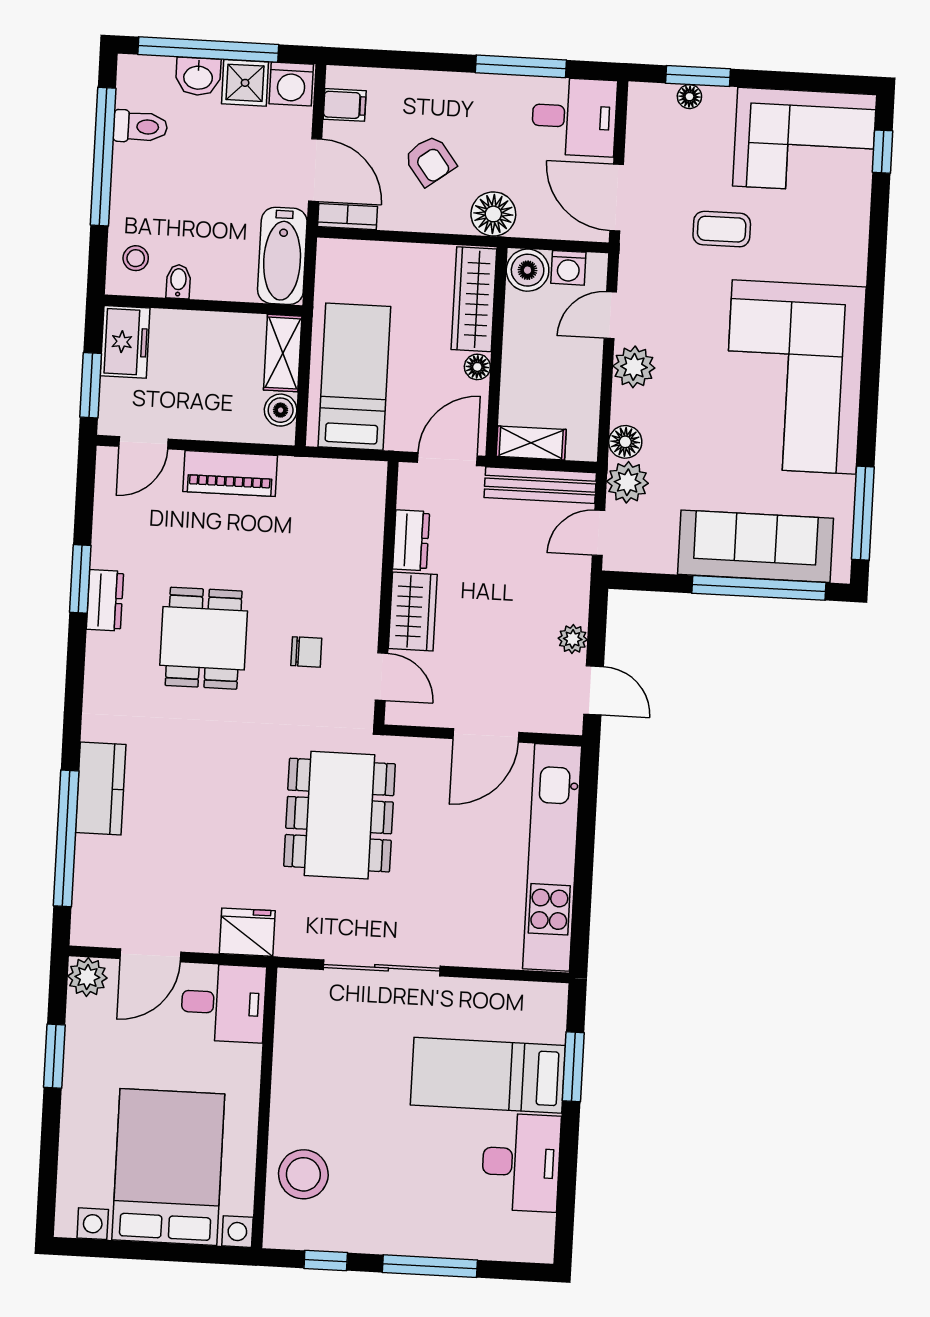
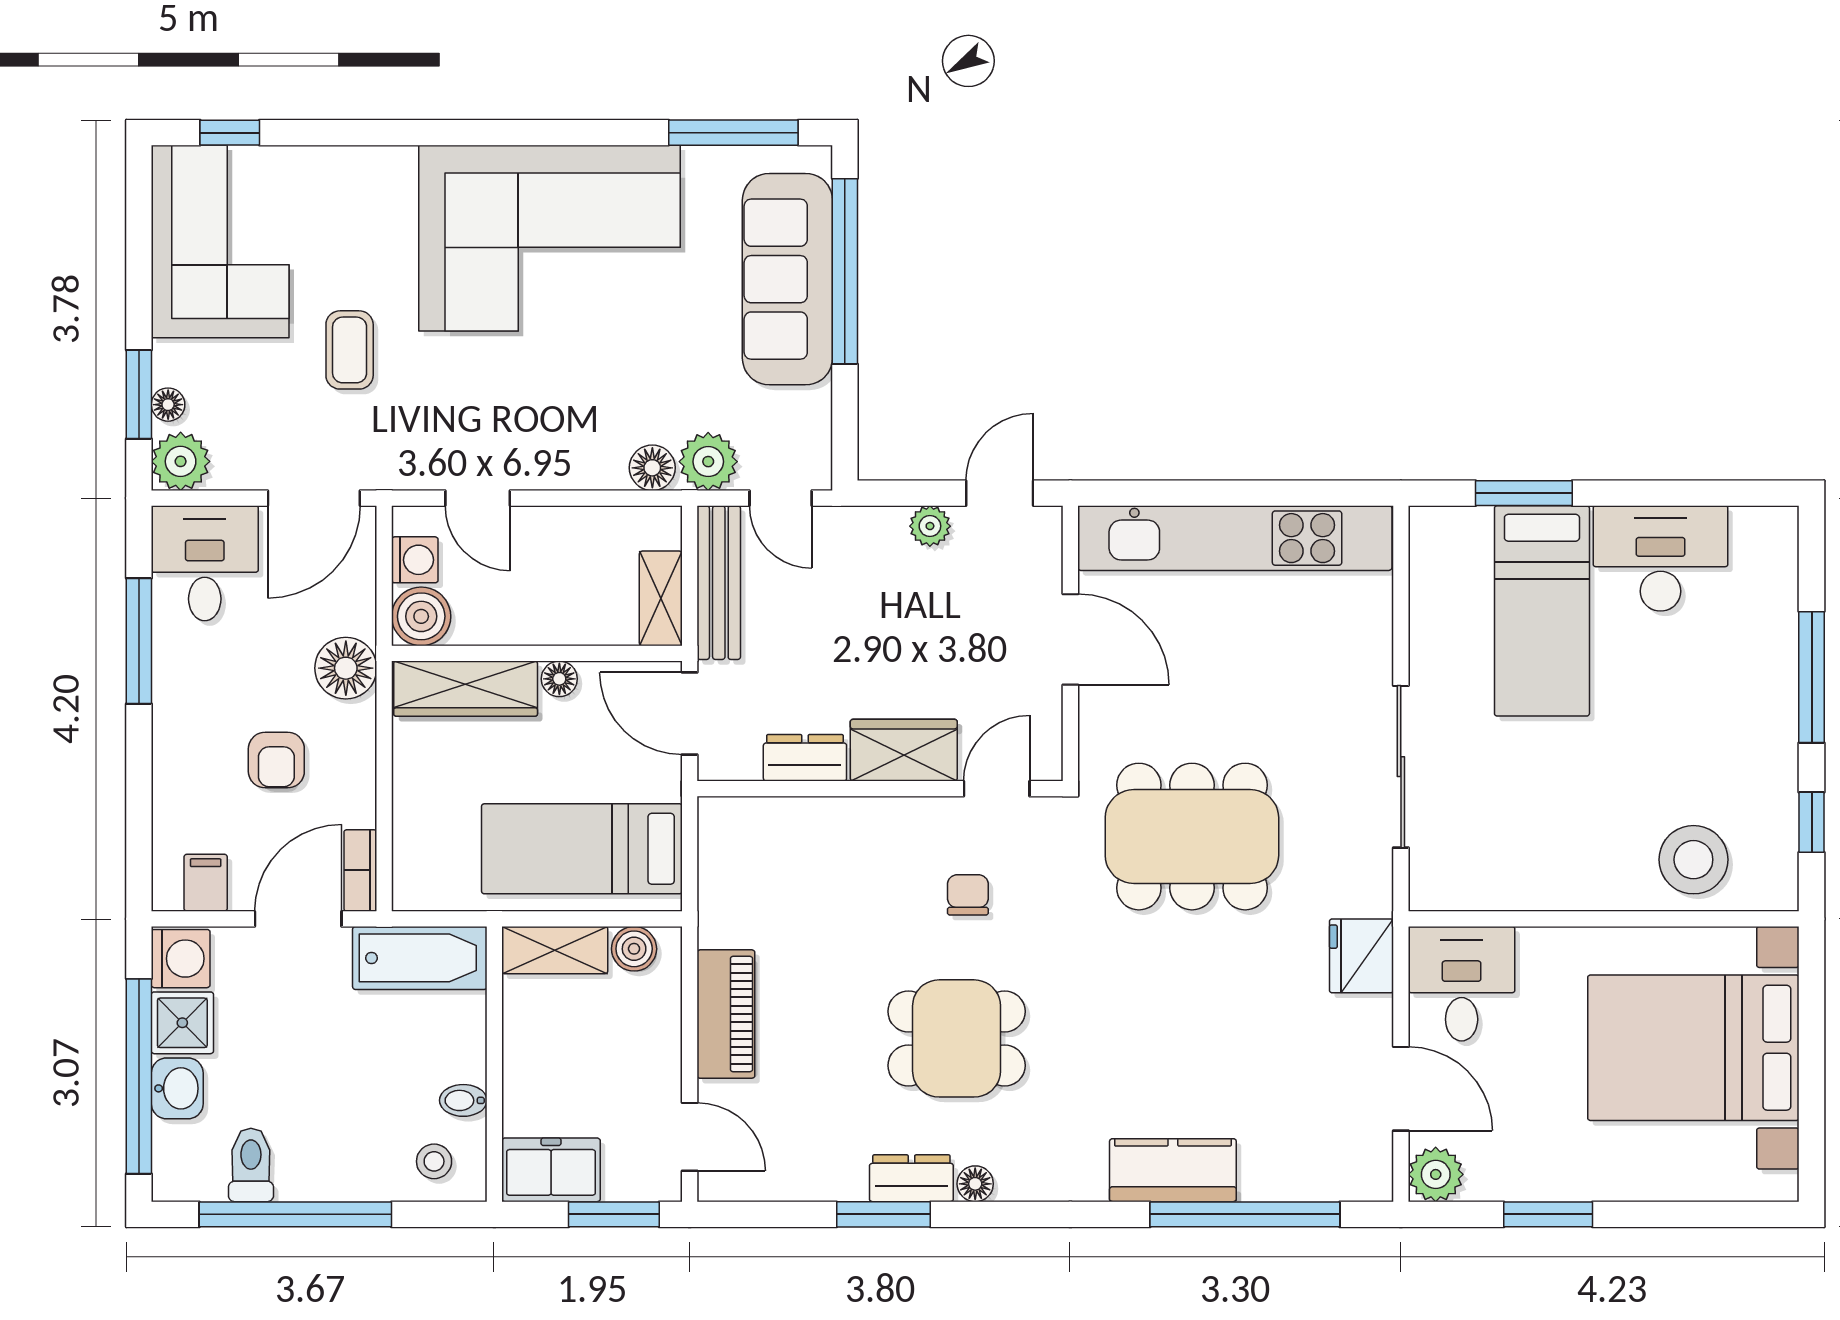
armchair: (430, 161) -> (276, 760), turned 127
plant: (634, 367) -> (181, 461), moved
floor lamp: (99, 646) -> (975, 1184), added

